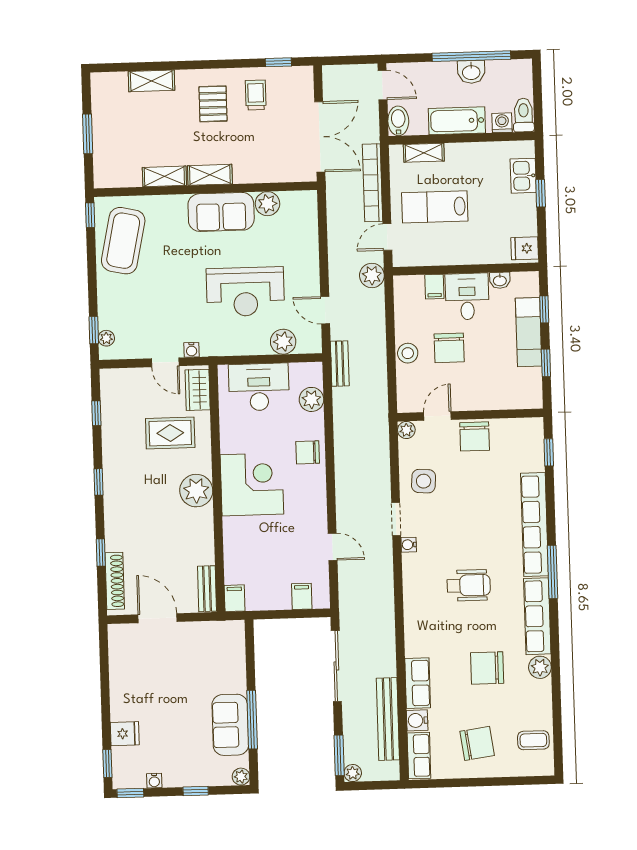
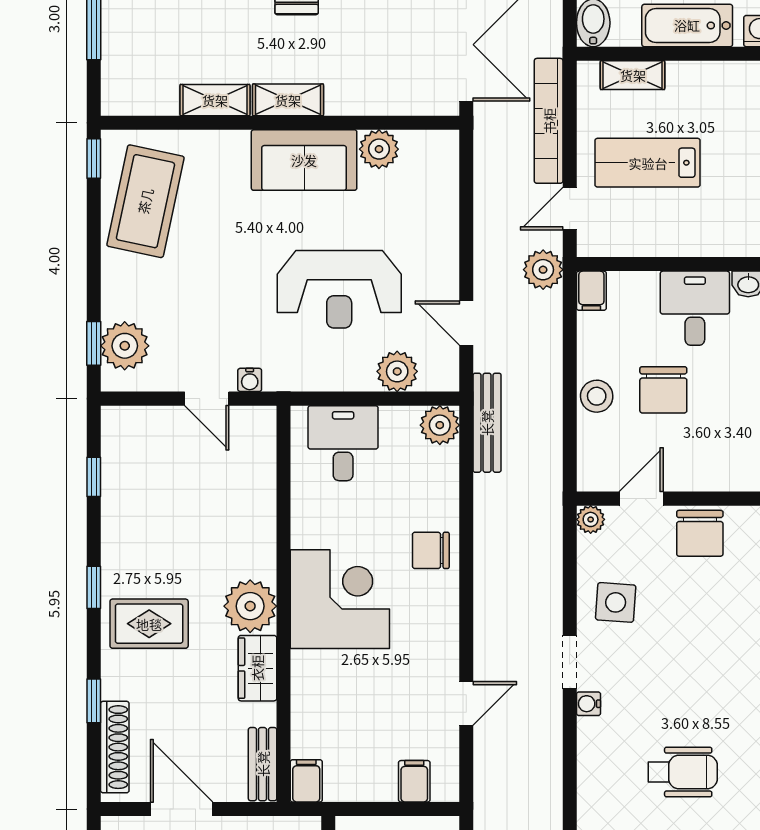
filing cabinet: (434, 287) -> (591, 291), moved
plant: (106, 338) -> (125, 346), width x1.87, depth x1.87
bench: (340, 364) -> (487, 423), width x1.36
desk: (259, 387) -> (343, 443), width x0.73
wardrobe: (198, 390) -> (257, 668), moved
plant: (311, 399) -> (440, 425), moved
rug: (170, 433) -> (149, 624), moved
door: (333, 547) -> (466, 703), hinge flipped

